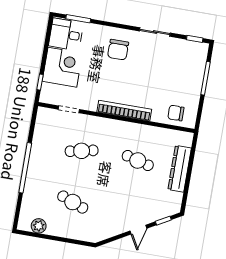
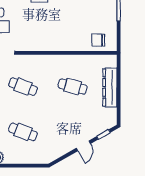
bookcase: (124, 111) -> (54, 46), removed
cafe table: (82, 151) -> (23, 87), turned 33

